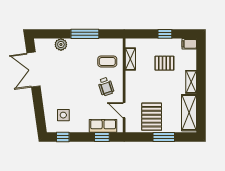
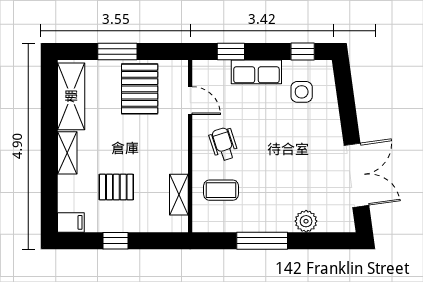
row of seats: (103, 126) -> (256, 72), moved

